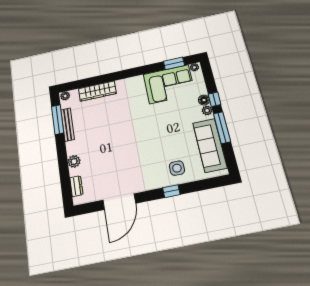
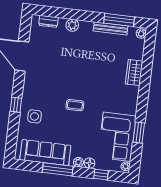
window: (174, 63) -> (139, 133), moved
wardrobe: (97, 91) -> (134, 73), width x0.67
window: (214, 99) -> (101, 175), moved
coffee table: (152, 133) -> (75, 105), added

